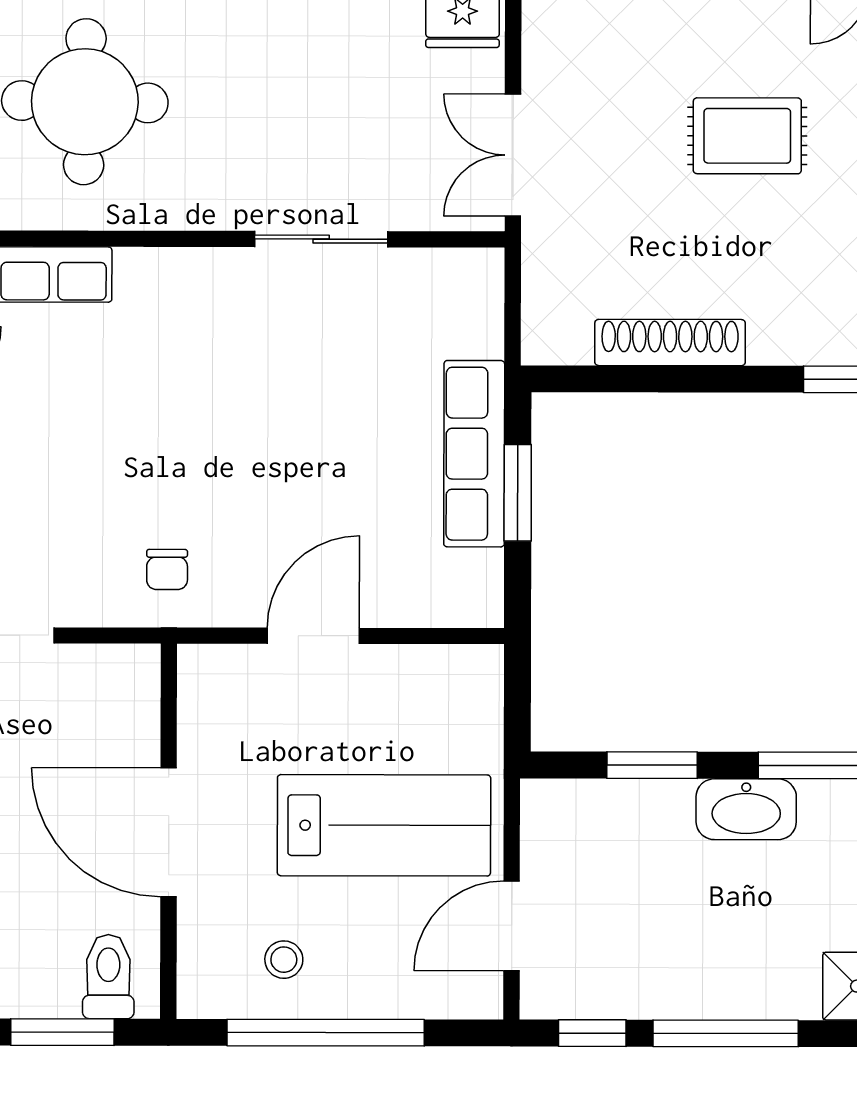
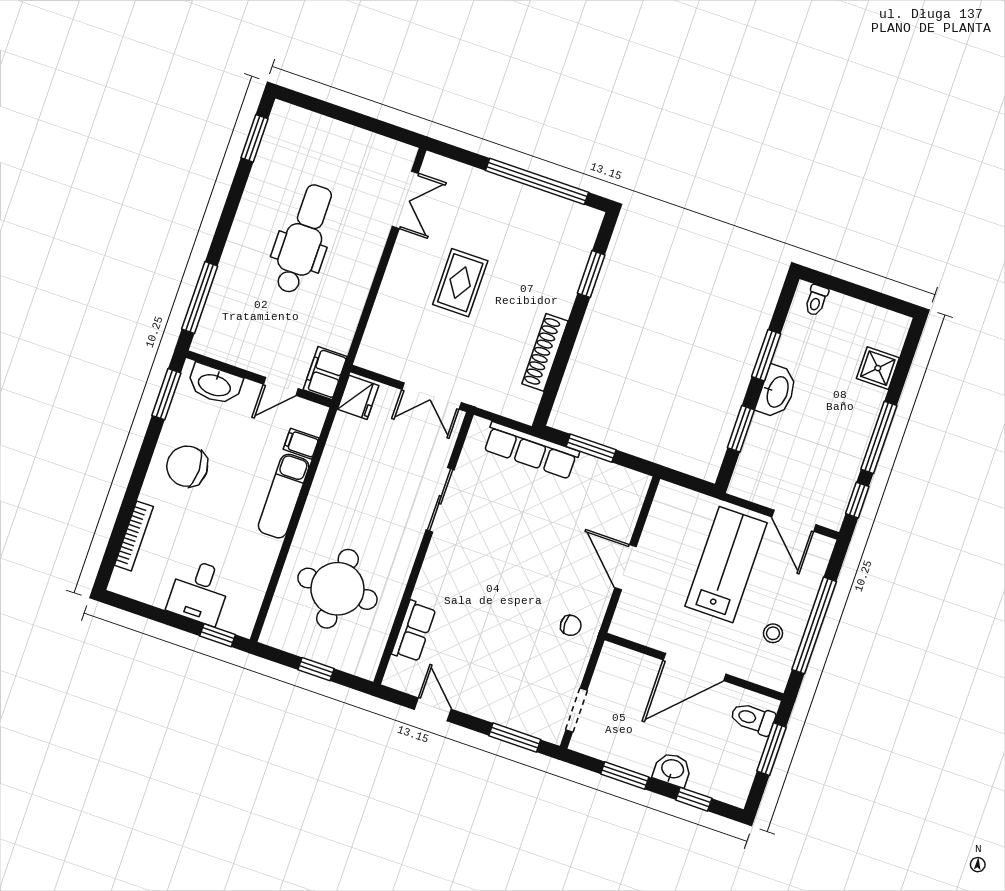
row of seats: (474, 454) -> (531, 450), moved

